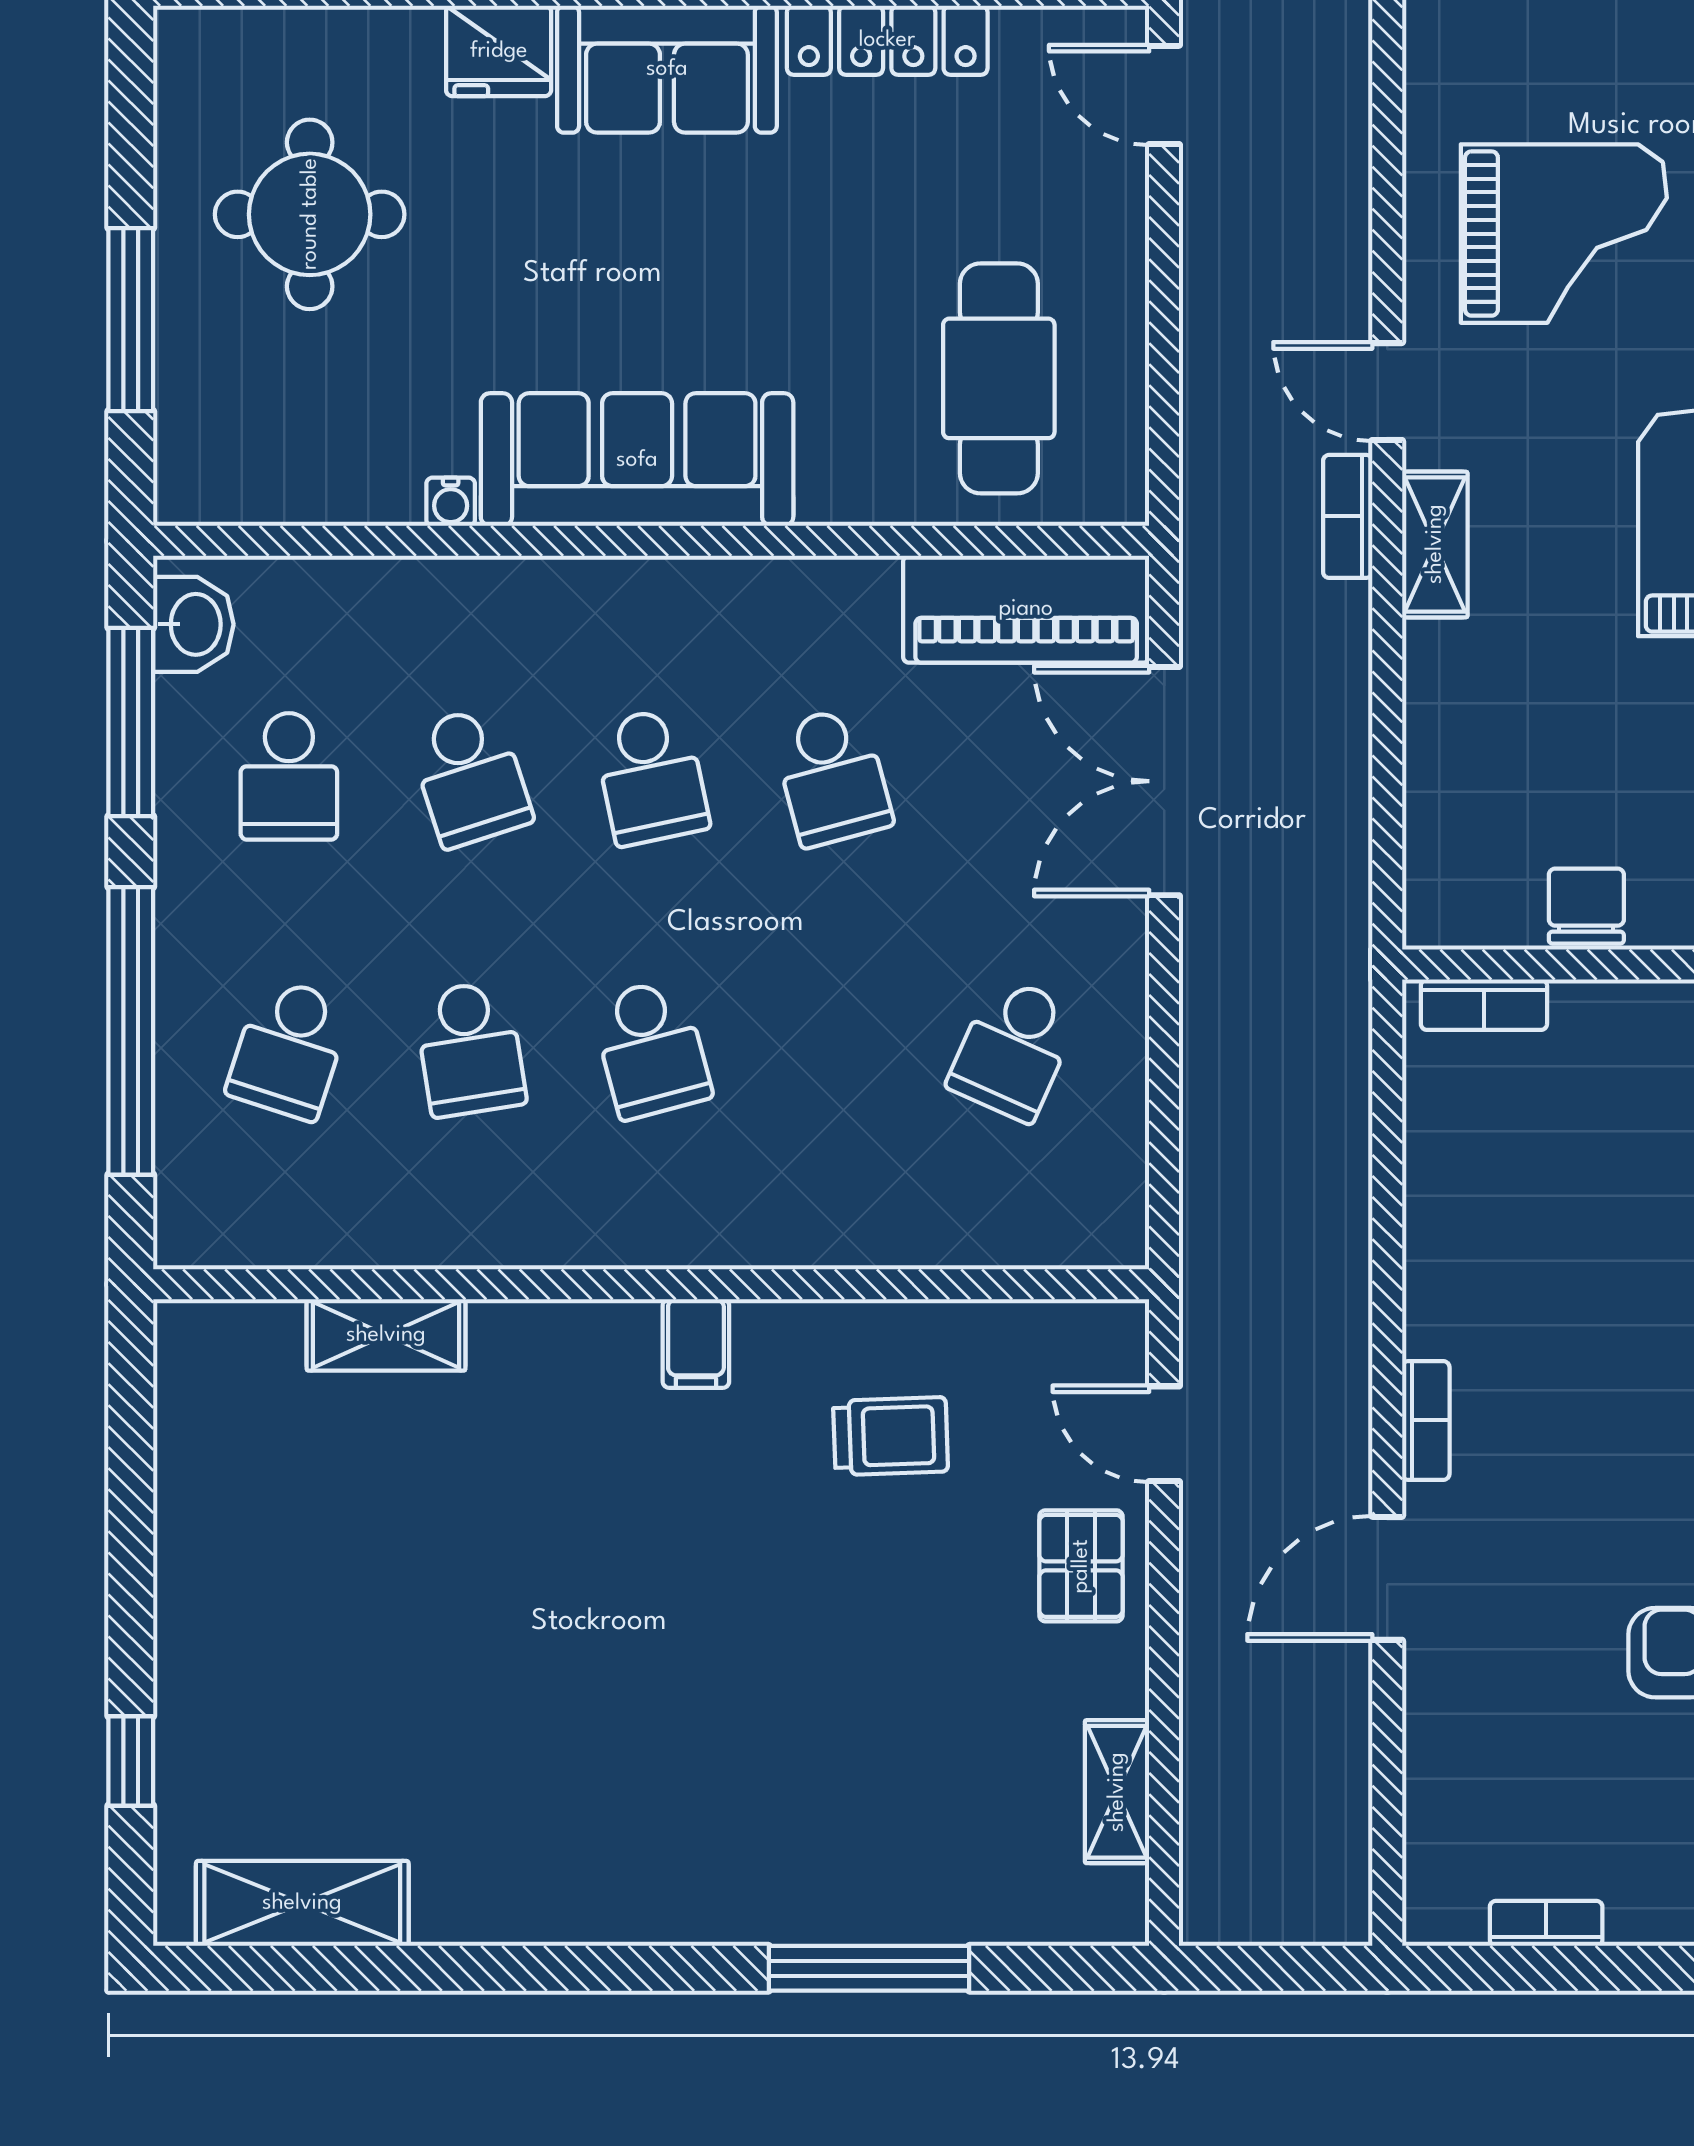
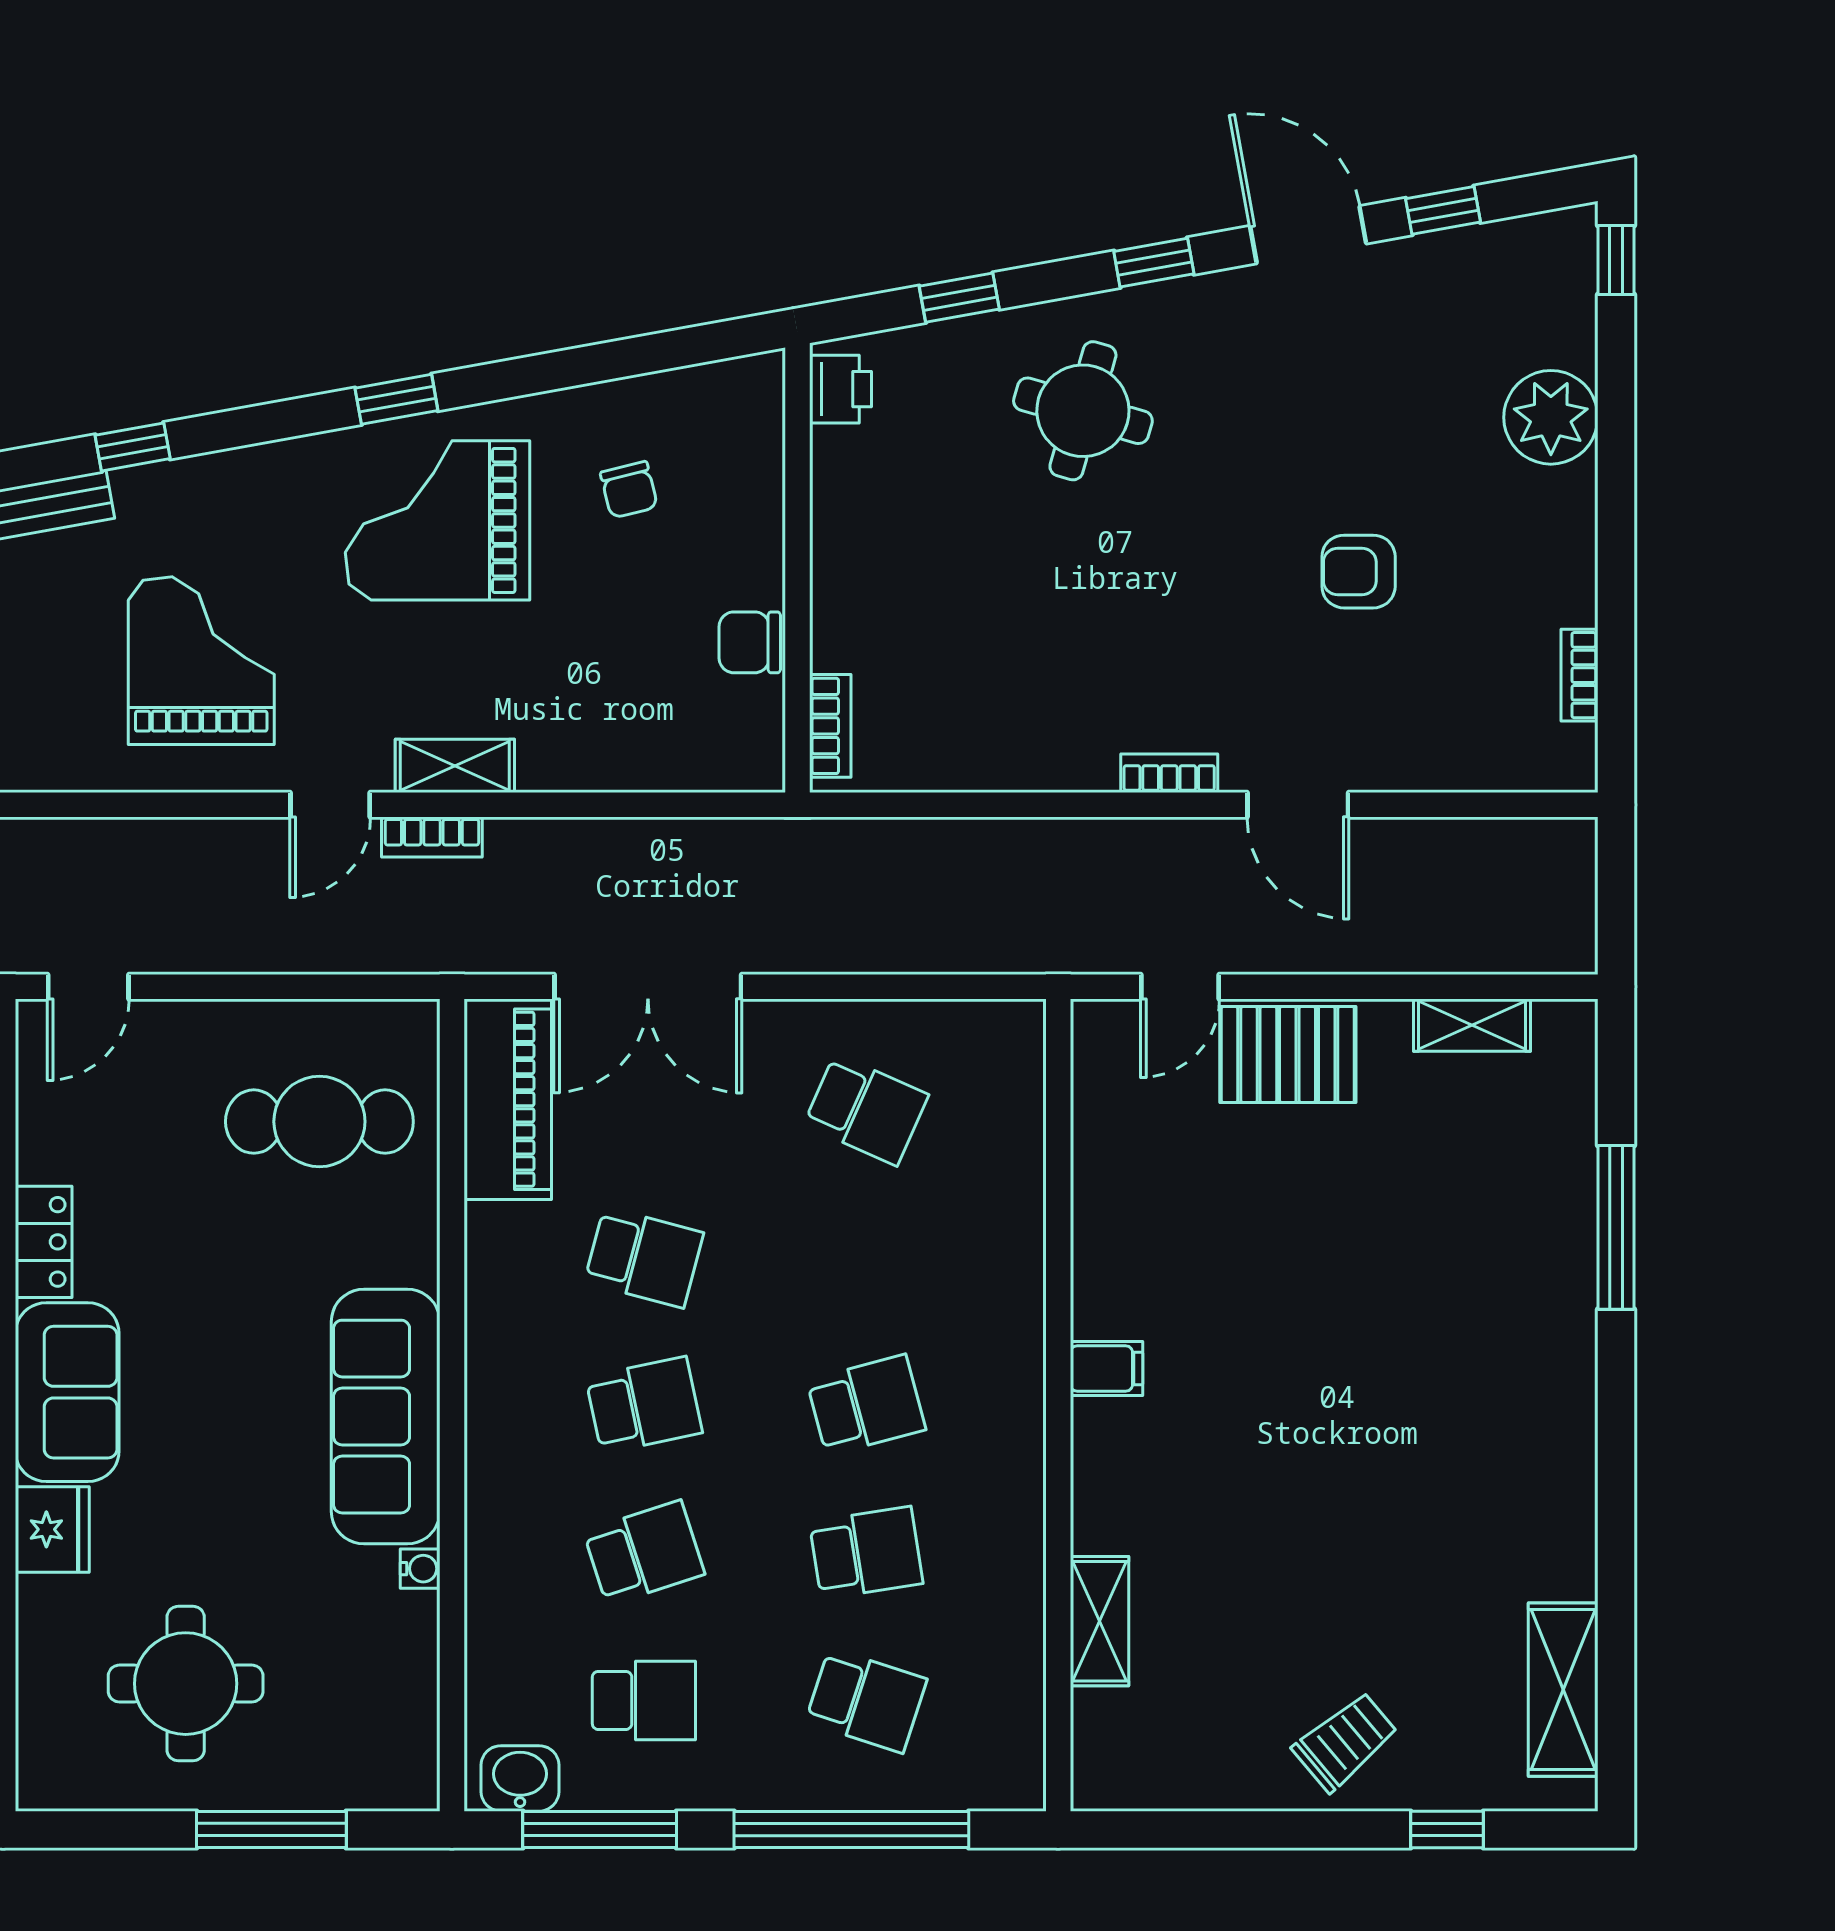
locker: (887, 40) -> (44, 1242), width x0.66
school desk: (832, 776) -> (644, 1257), turned 30
trolley: (891, 1436) -> (1345, 1742), moved, turned 52
pallet: (1081, 1566) -> (1288, 1055), width x1.50, depth x1.42

